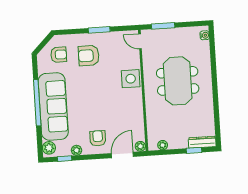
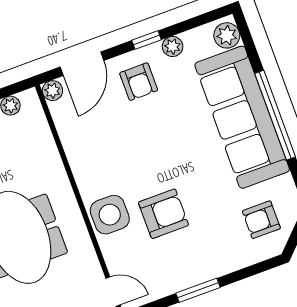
armchair: (89, 56) -> (163, 214), moved
window: (65, 159) -> (146, 40), moved

